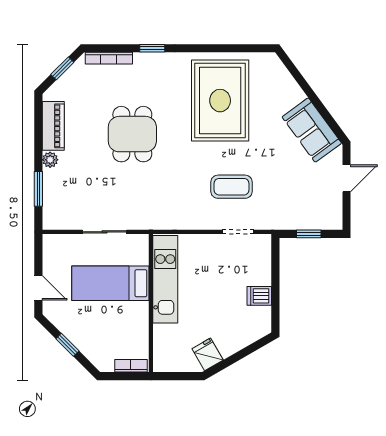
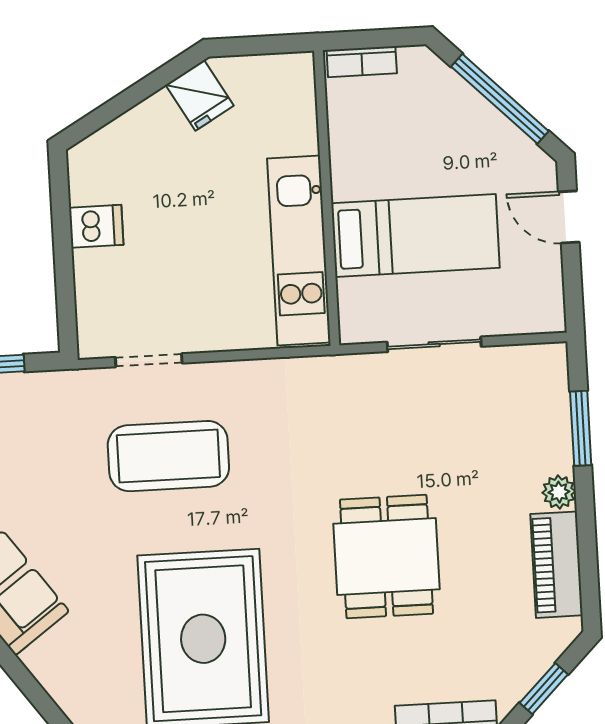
coffee table: (232, 187) -> (168, 456), width x1.36, depth x1.32
window: (67, 345) -> (500, 99), width x2.17

